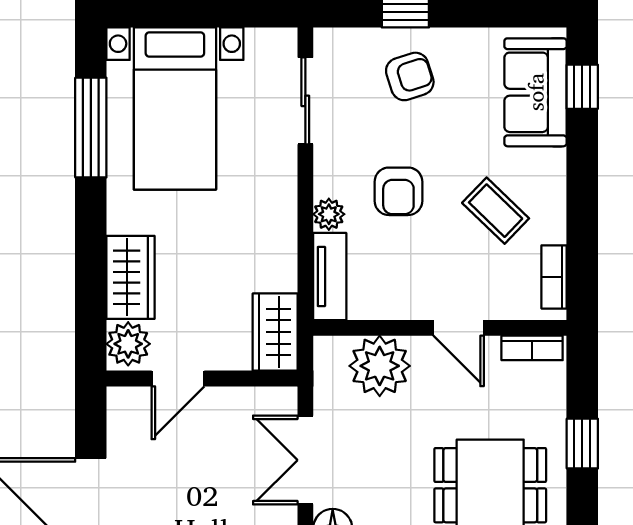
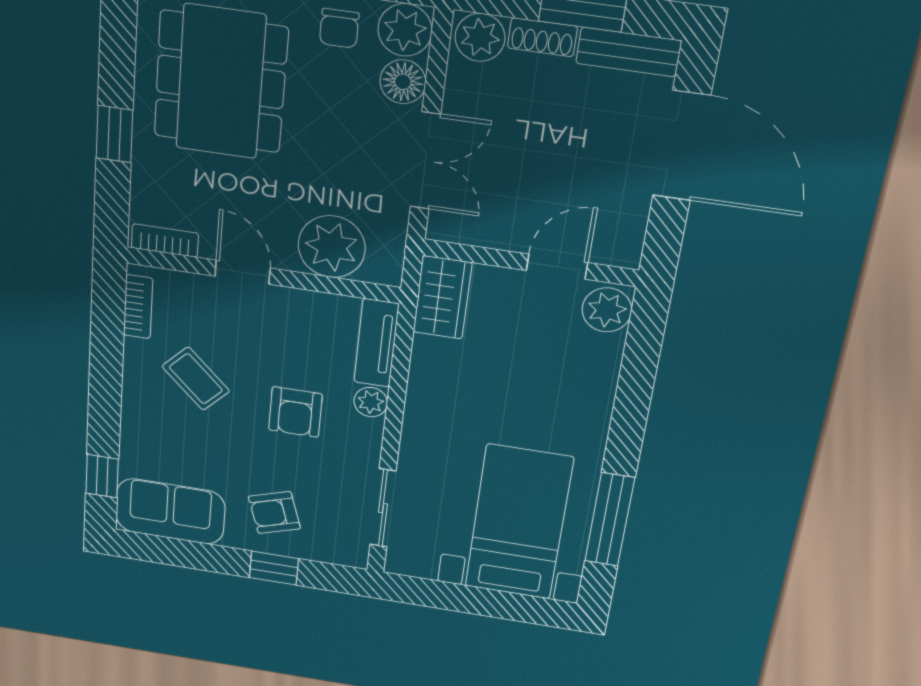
sofa: (535, 92) -> (170, 511), moved, turned -90
armchair: (398, 191) -> (295, 412), turned 180
wardrobe: (130, 277) -> (593, 375), removed

